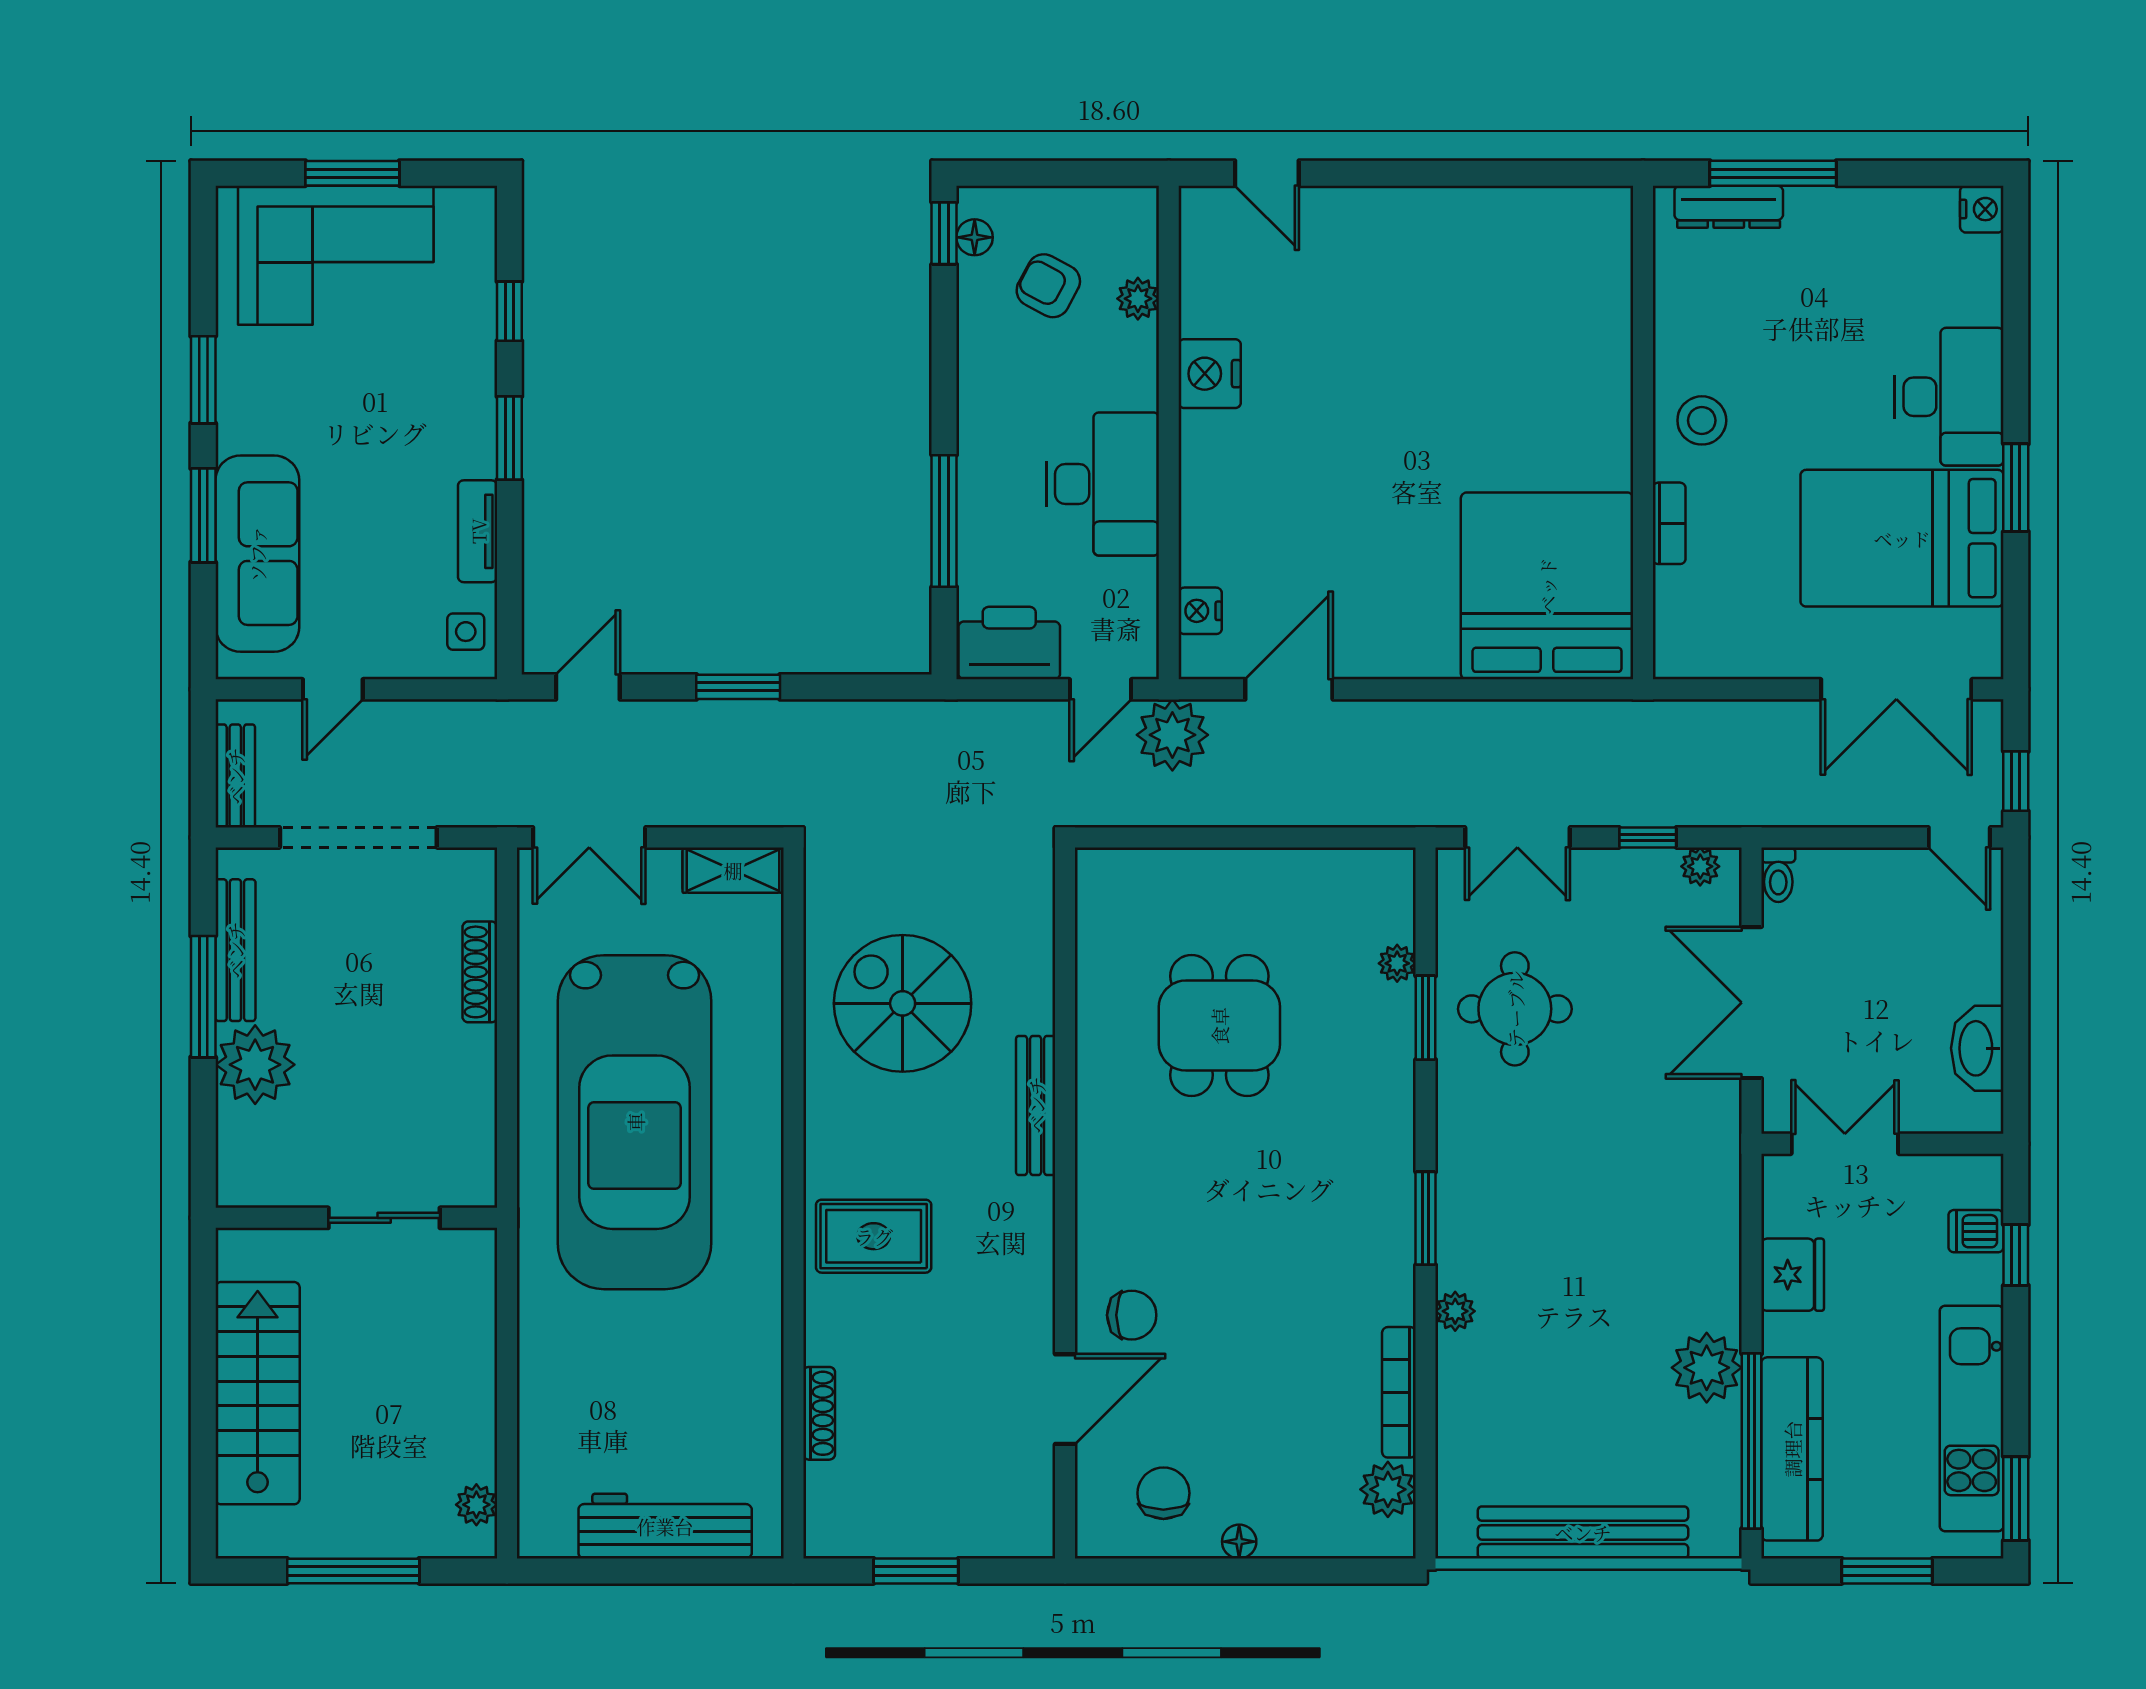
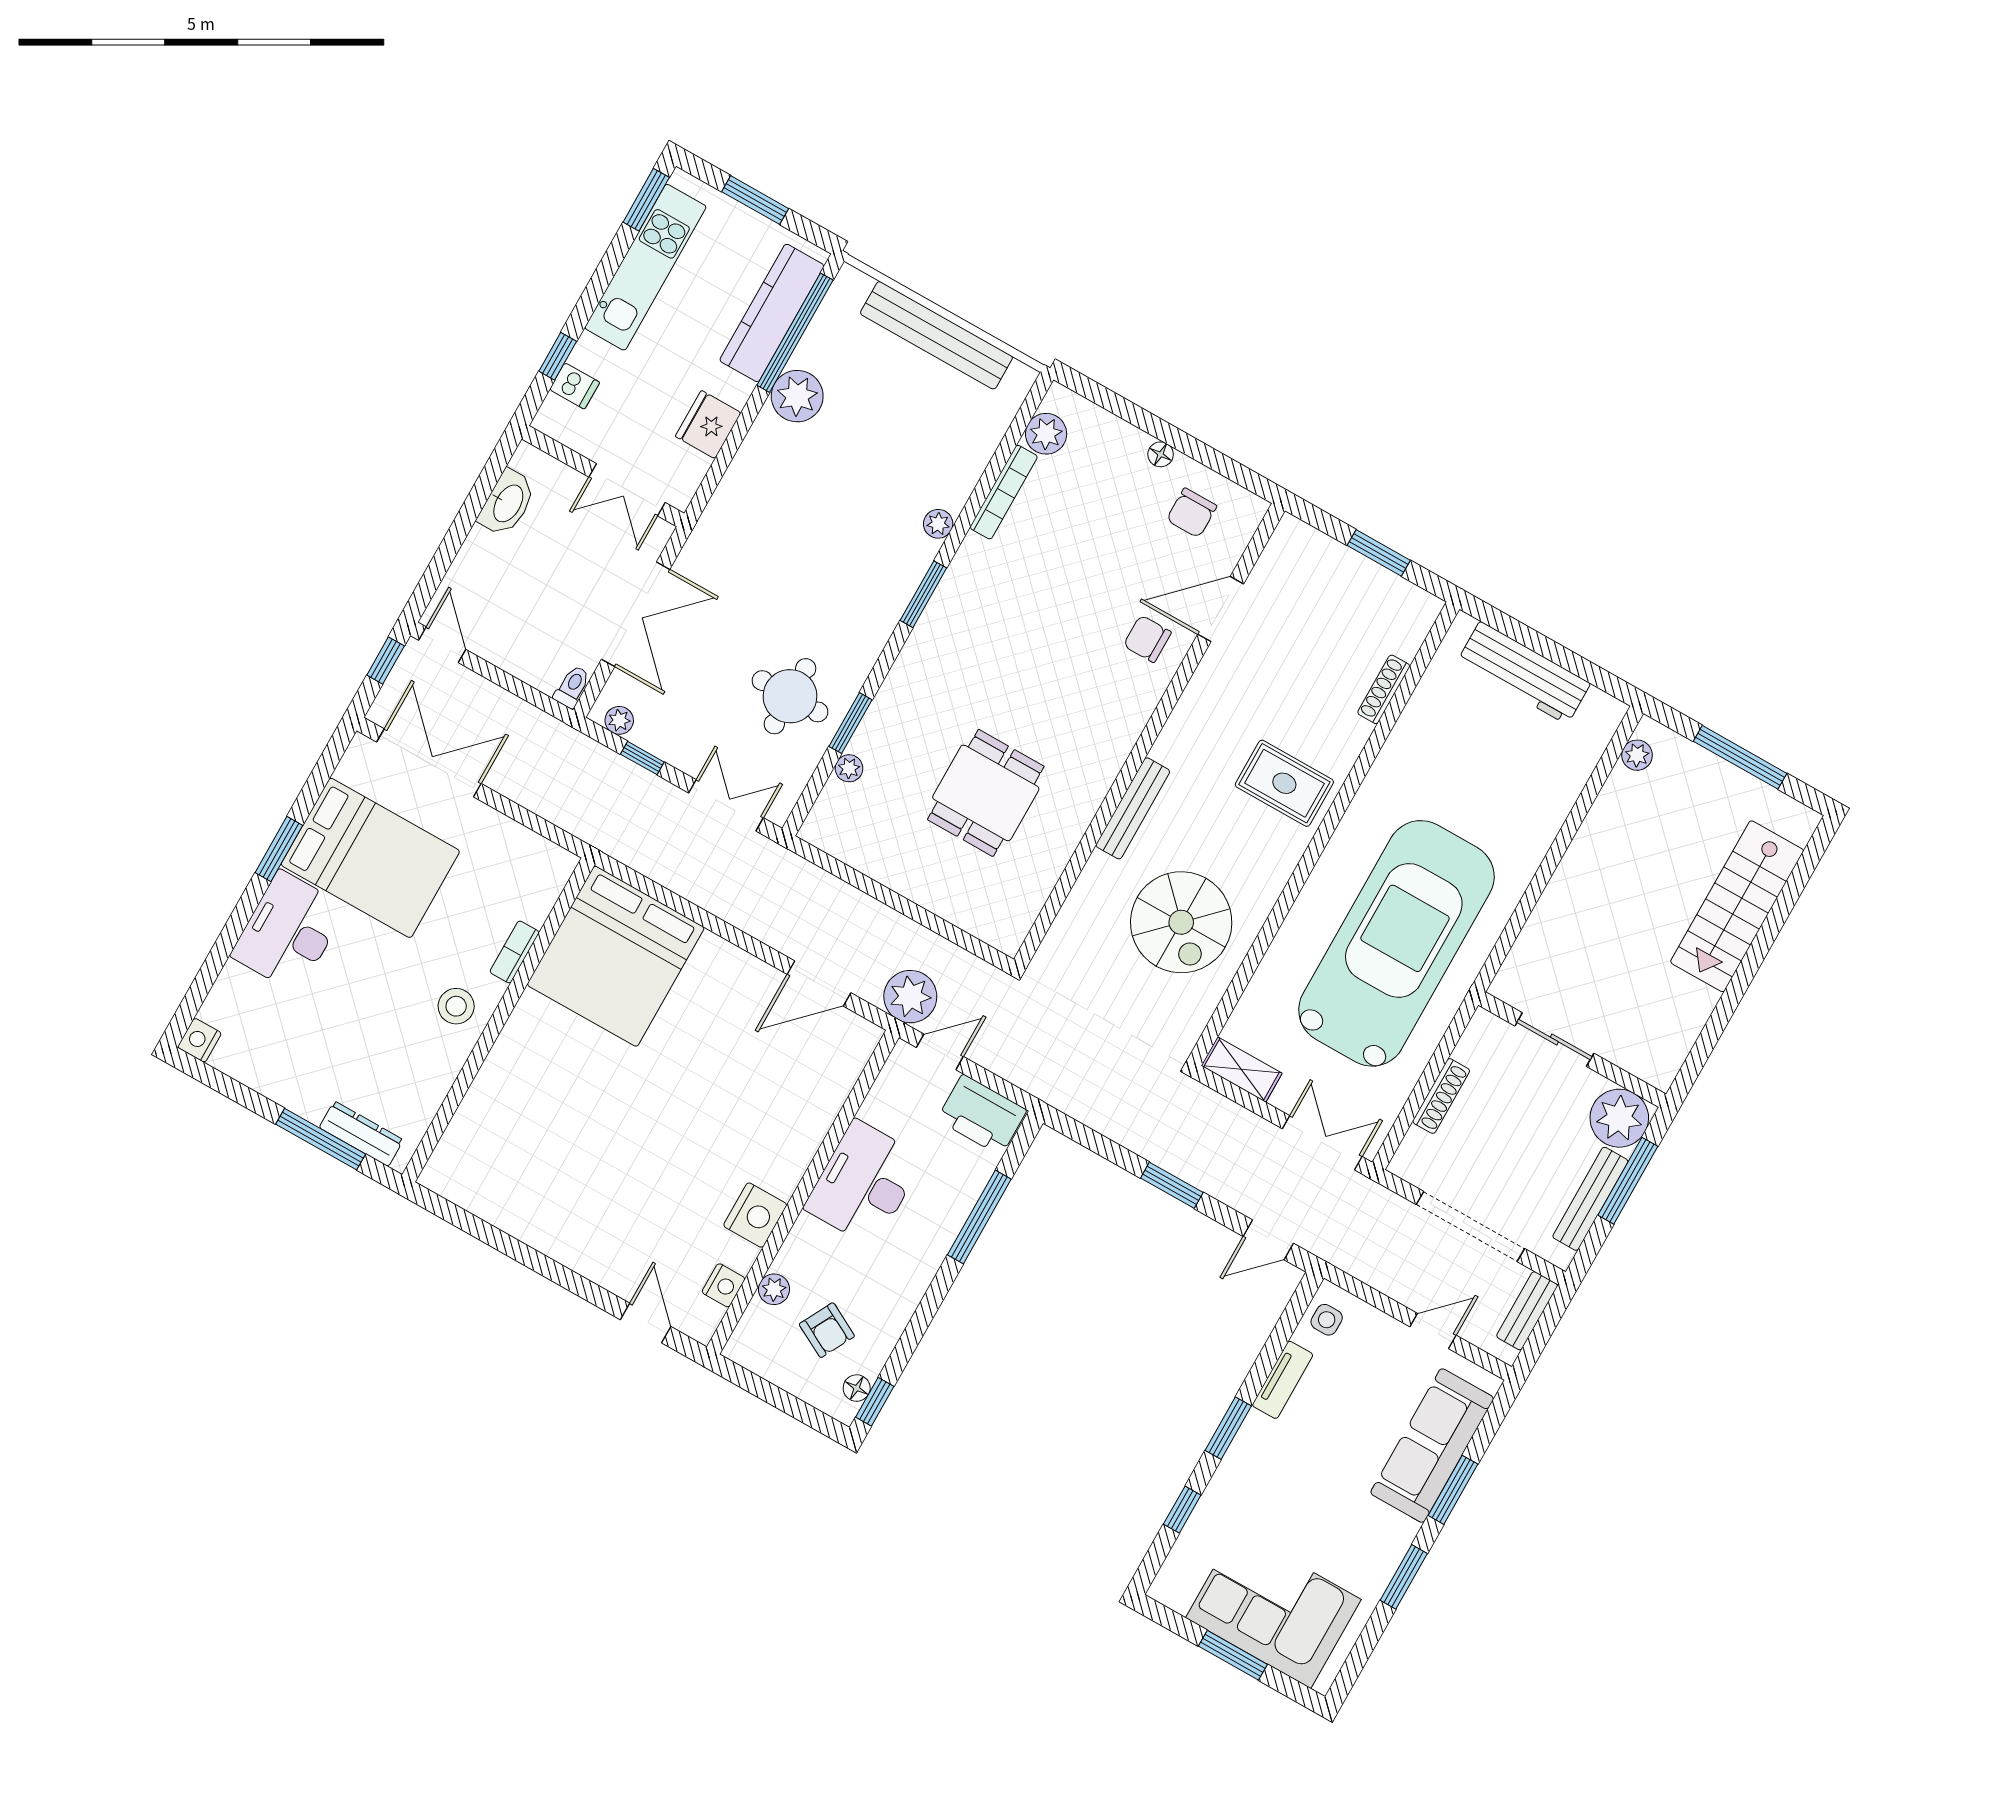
nightstand: (1200, 611) -> (723, 1285), moved
wall: (356, 1218) -> (1572, 1050), moved
sliding door: (384, 1218) -> (1554, 1040), moved

